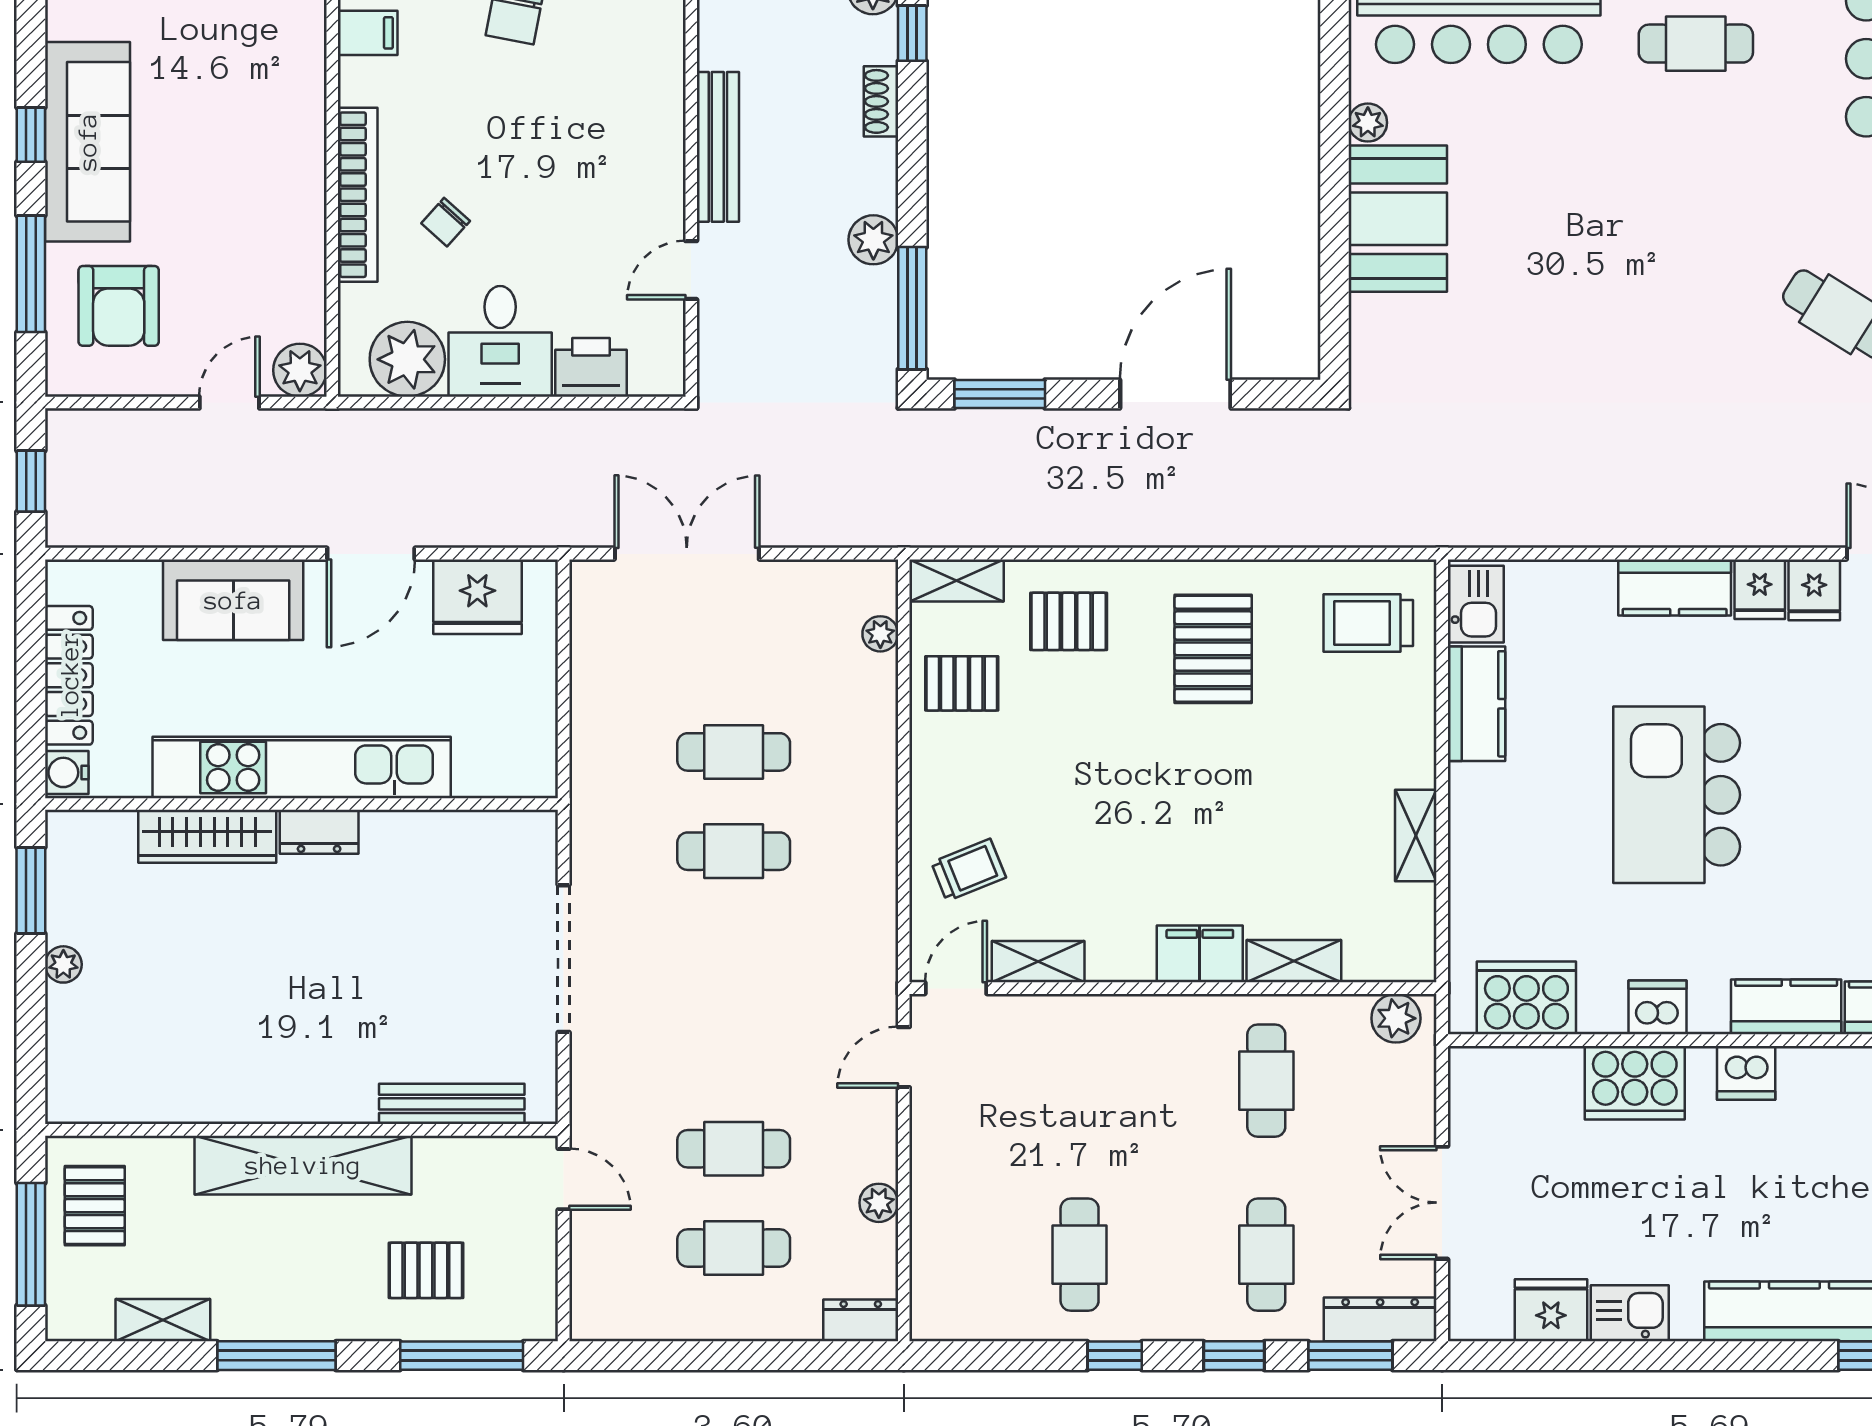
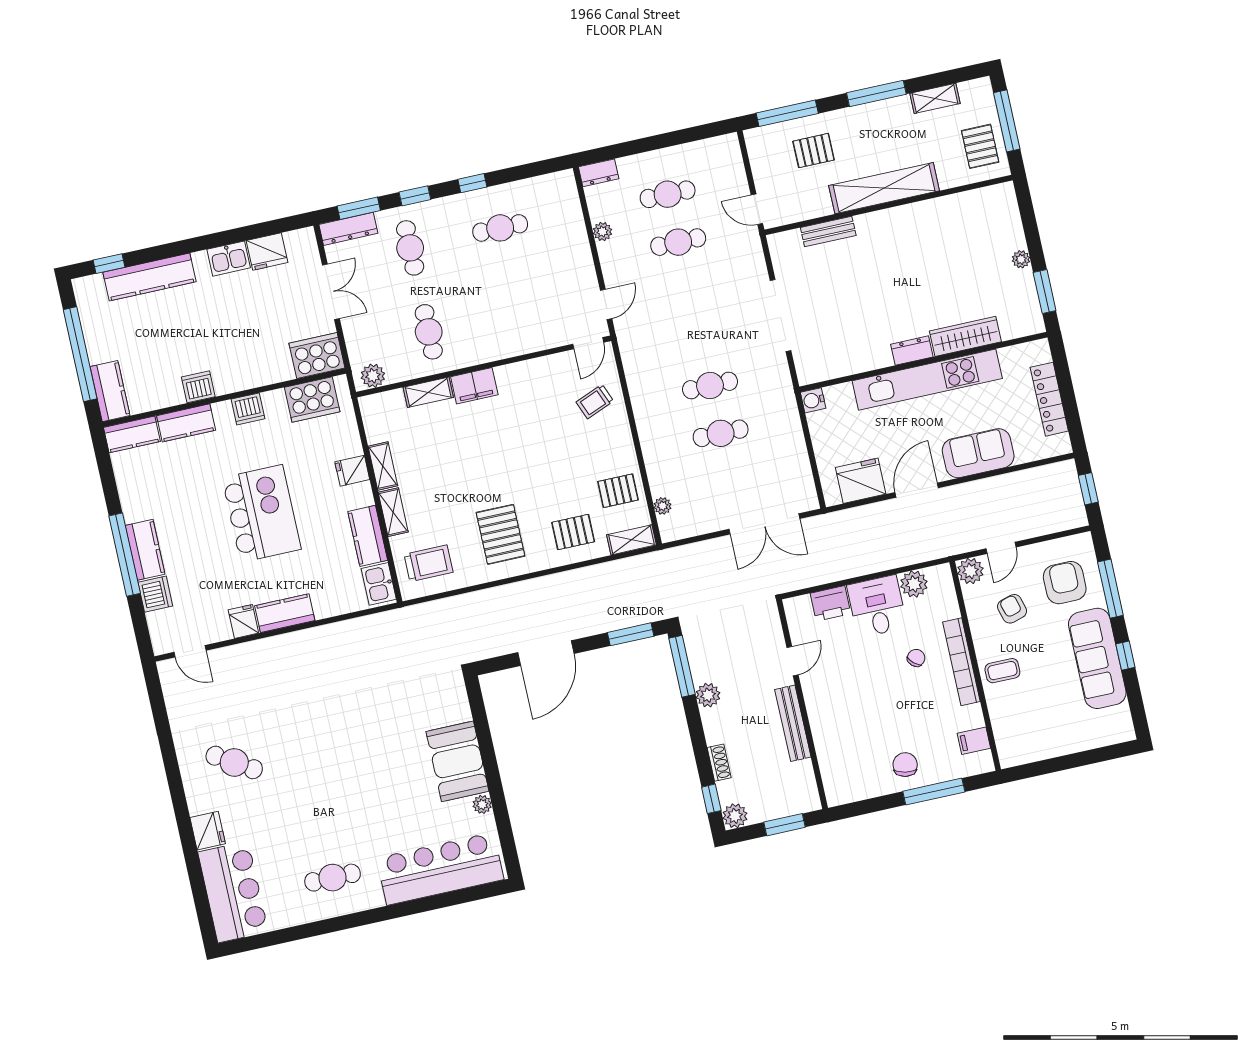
coffee table: (280, 159) -> (1002, 671), added
armchair: (234, 277) -> (1012, 609), added
plant: (407, 359) -> (914, 584), width x0.73, depth x0.73
fridge: (1814, 590) -> (352, 471), moved, turned -90
water cooler: (67, 772) -> (813, 400), moved, turned 180
shelving: (1038, 962) -> (393, 512), moved, turned 90
cooker: (1635, 1083) -> (317, 356), moved
bench: (452, 1104) -> (828, 232), width x0.73
cafe table: (1080, 1255) -> (500, 228), turned 90

